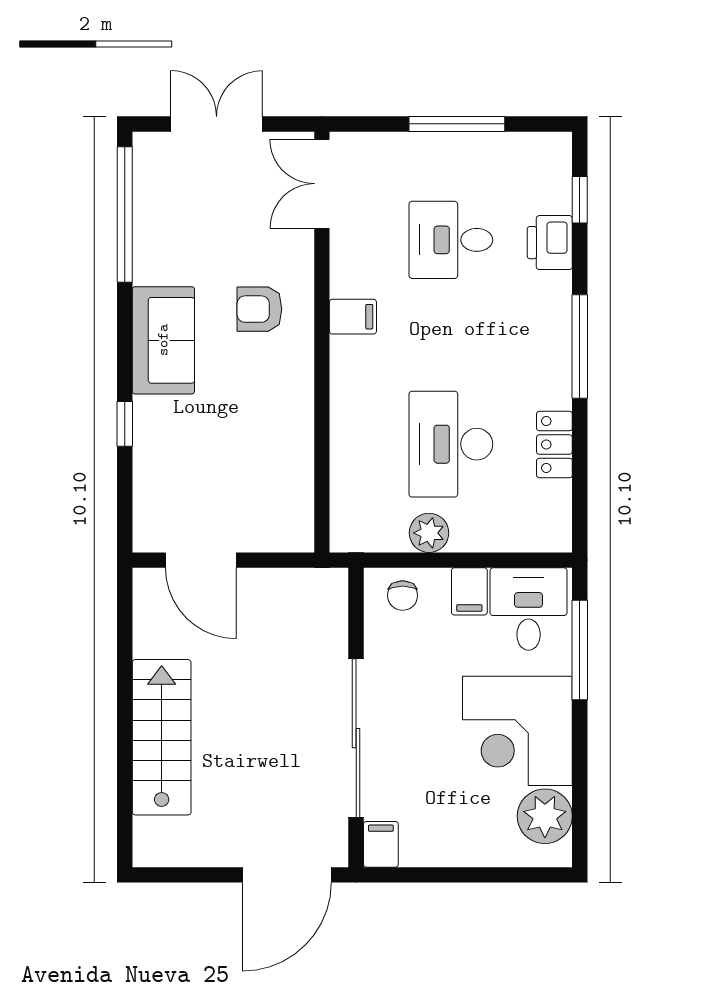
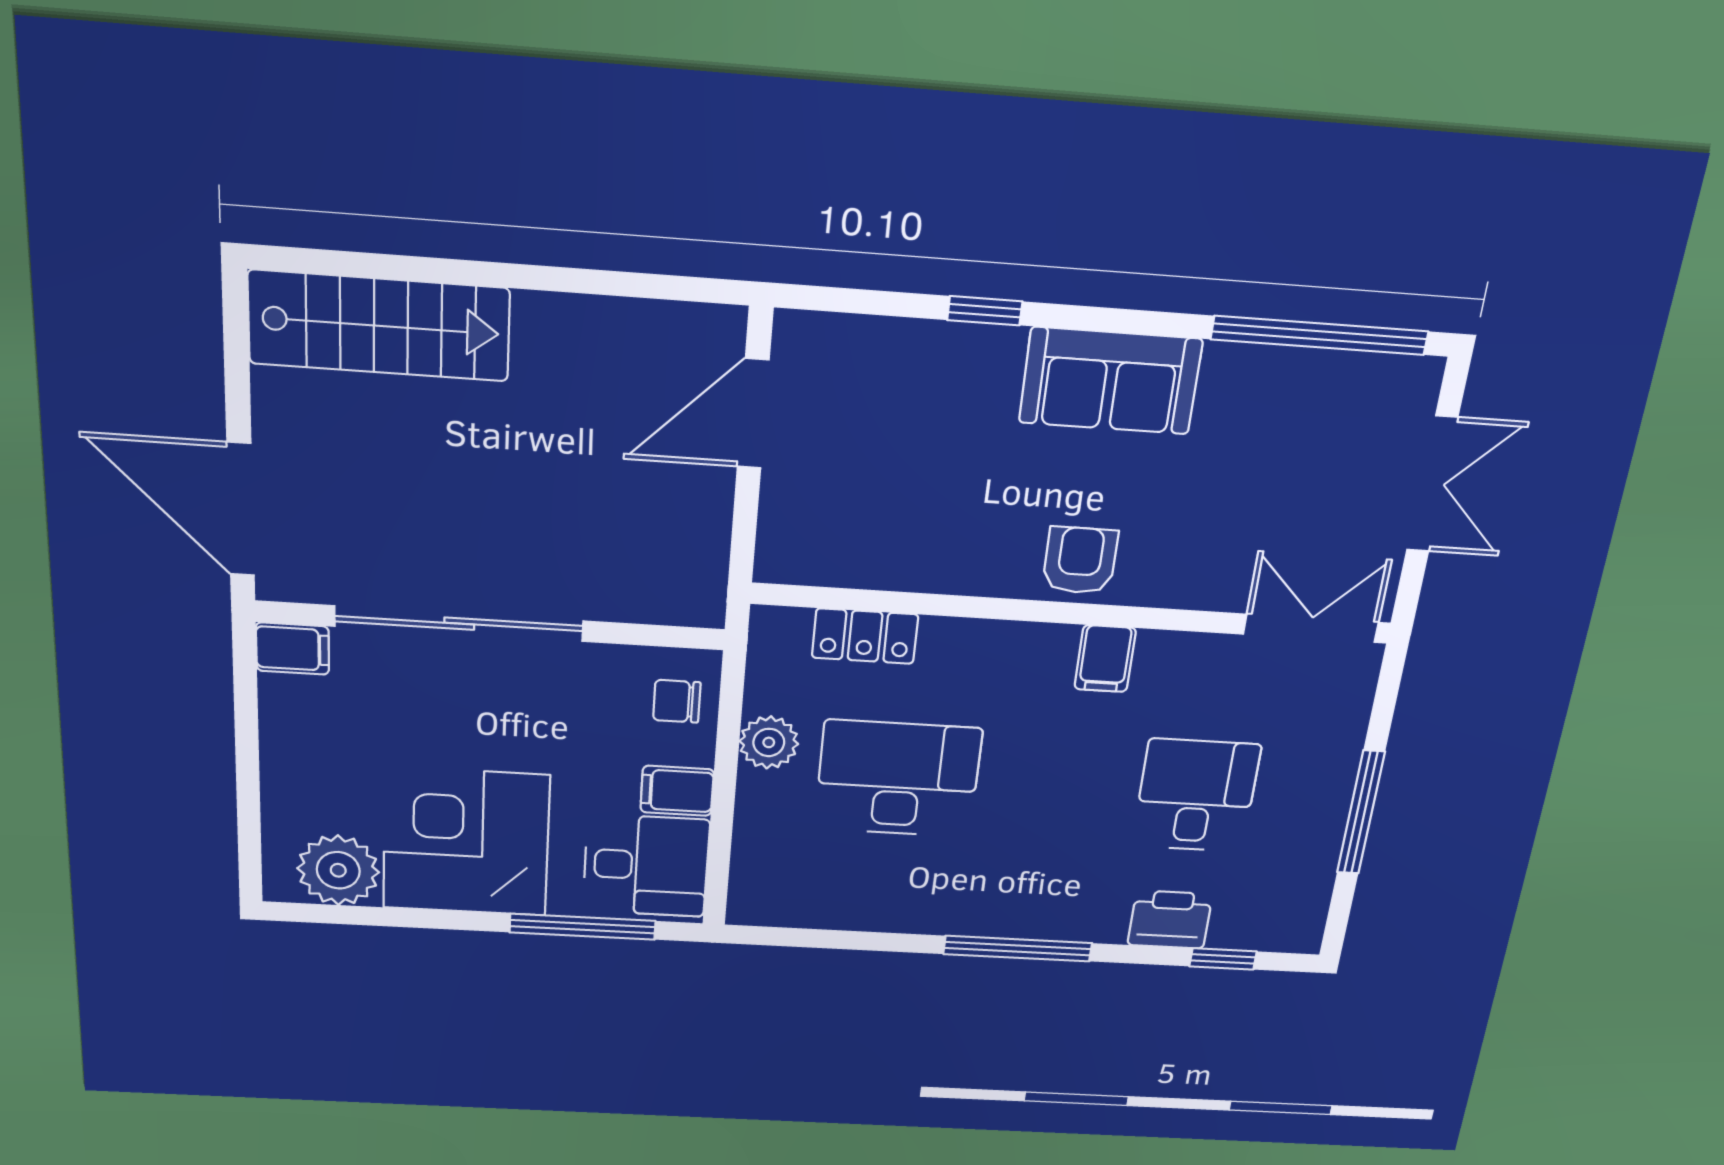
armchair: (259, 309) -> (1080, 560), moved
locker: (554, 444) -> (865, 636), moved, turned 180
stairs: (162, 737) -> (379, 326), moved

